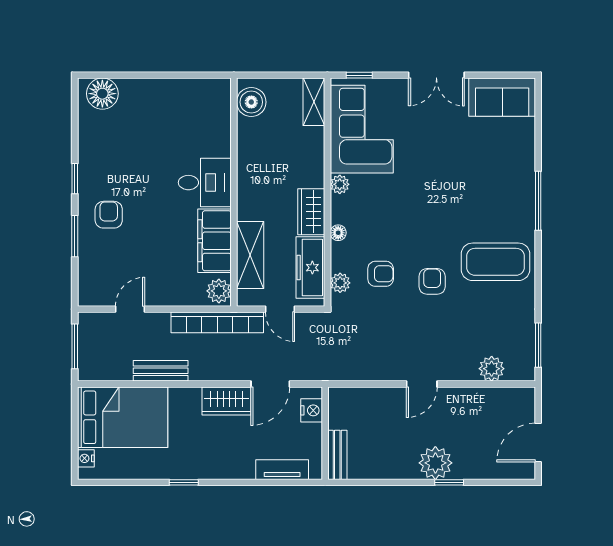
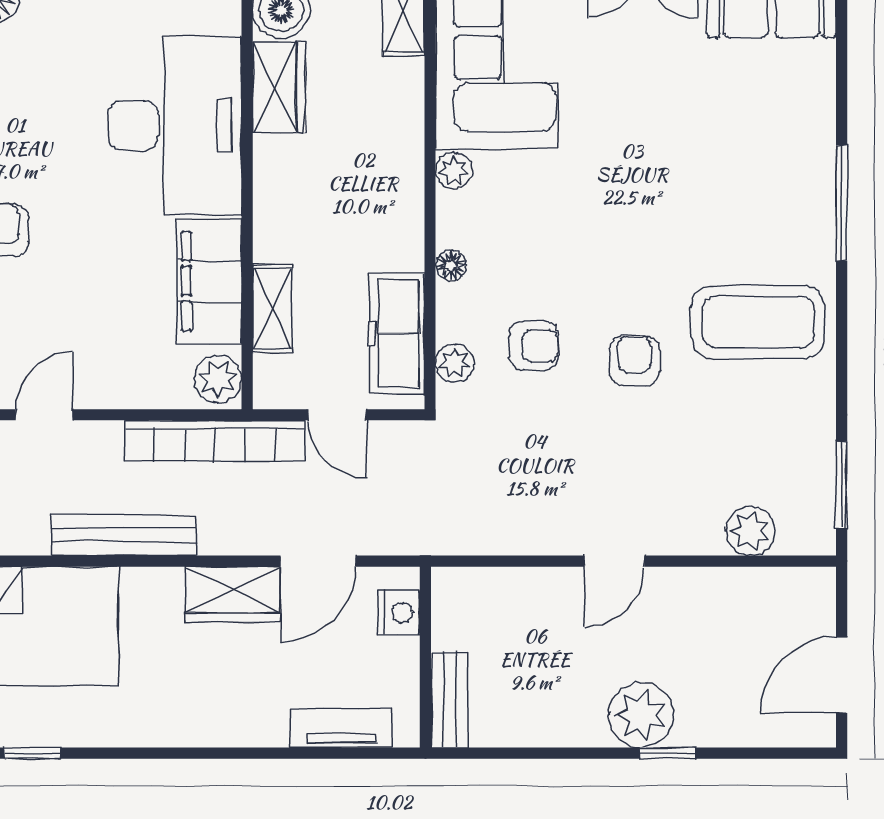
desk: (205, 183) -> (175, 126), width x1.87, depth x1.30
wardrobe: (311, 212) -> (279, 87), moved, turned 180
shelving: (250, 255) -> (272, 309), width x0.67, depth x0.75
bench: (161, 371) -> (123, 535), width x1.36
window: (184, 482) -> (32, 753), moved

